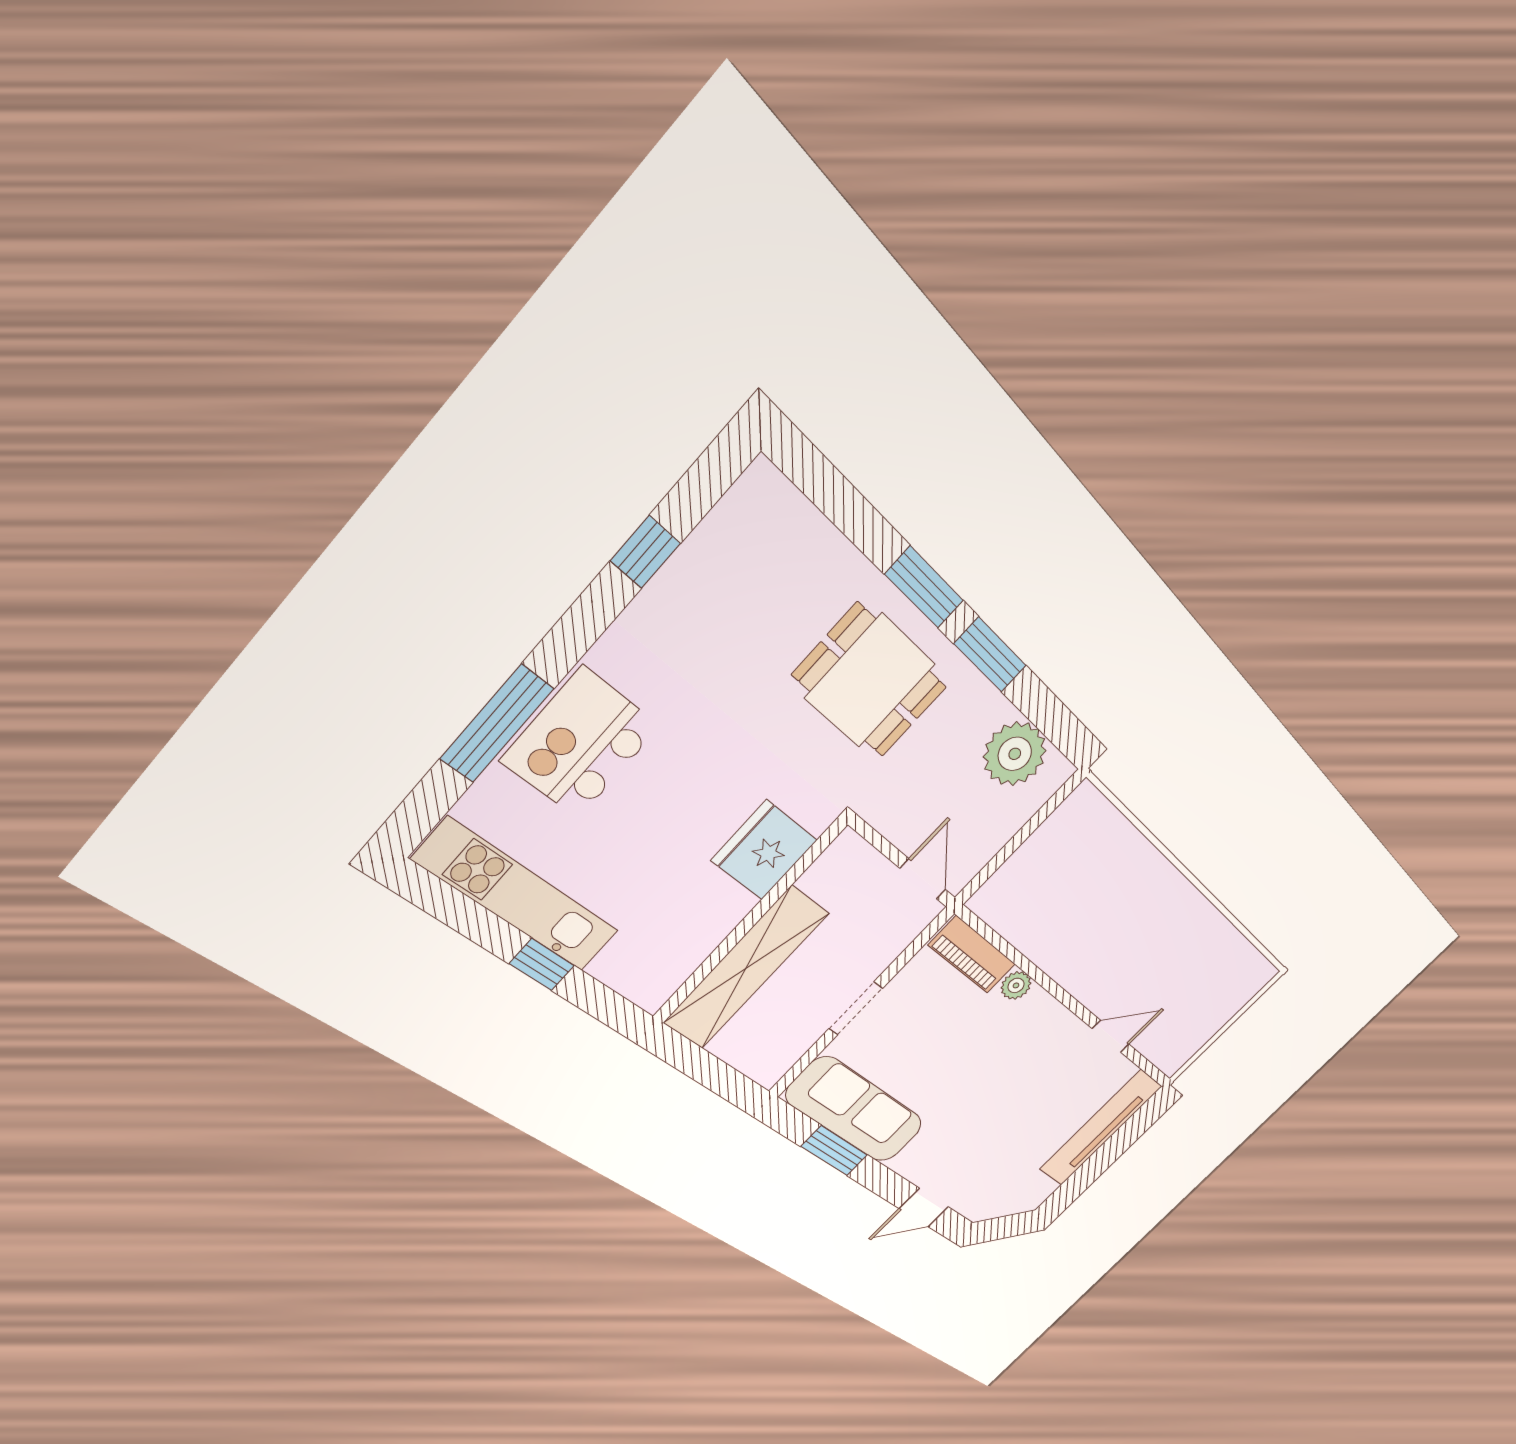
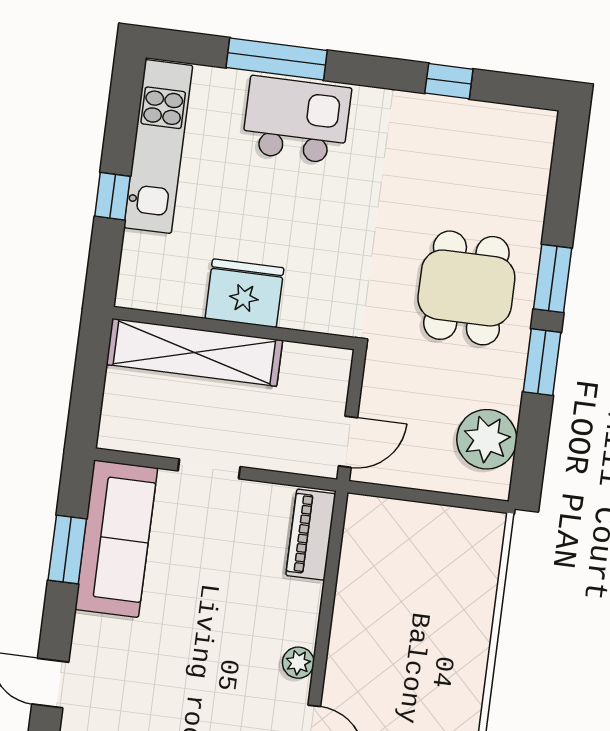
fridge: (764, 850) -> (244, 293), moved
plant: (1016, 985) -> (298, 663), moved

